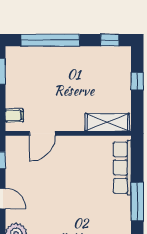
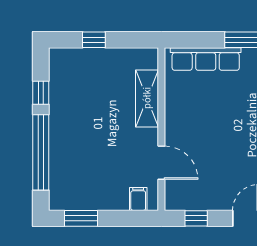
window: (110, 40) -> (41, 93), moved
shelving: (107, 122) -> (147, 98), moved

